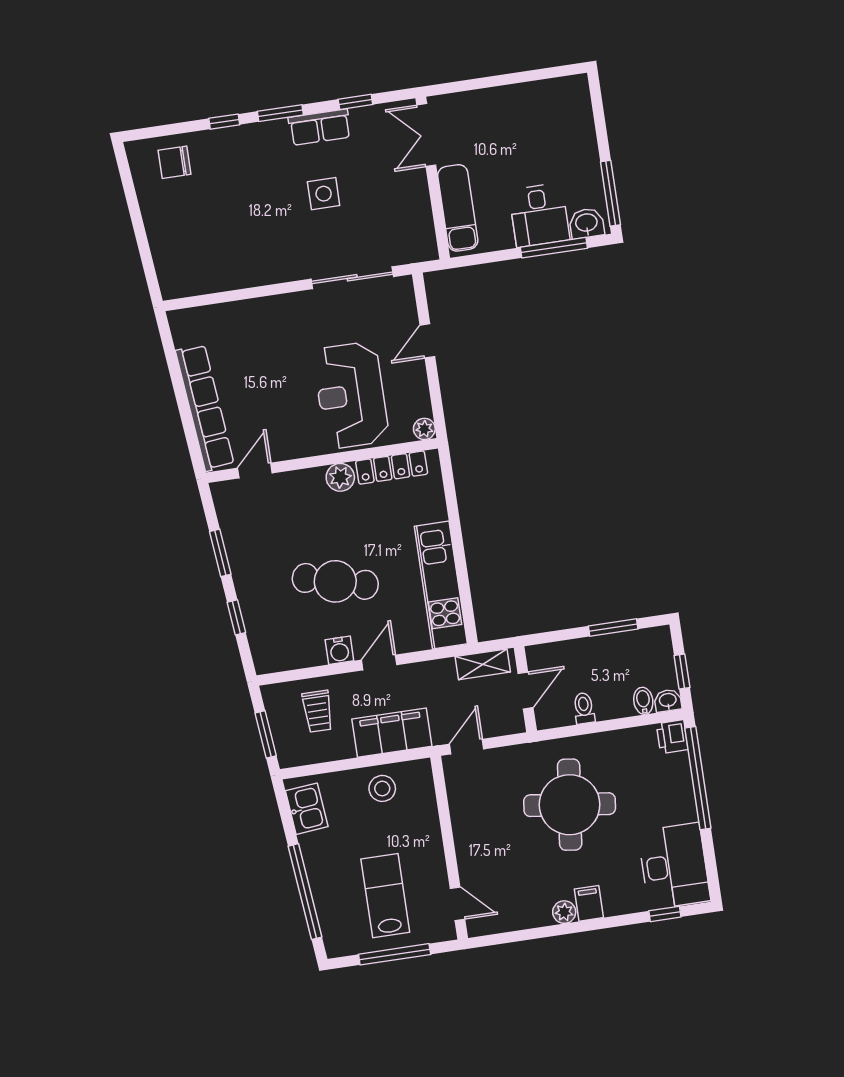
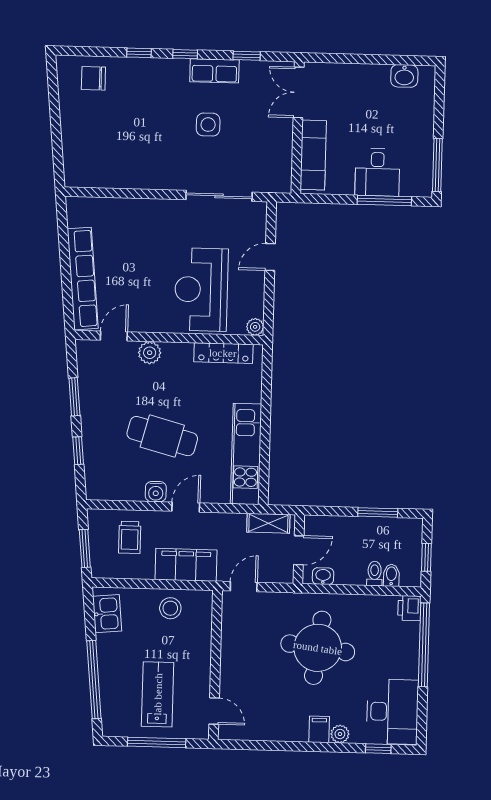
window: (280, 113) -> (185, 54), width x0.67
washbasin: (587, 223) -> (404, 76), moved, turned 180
plant: (340, 477) -> (150, 353), moved
washbasin: (668, 701) -> (323, 576), moved
toilet: (584, 708) -> (375, 574), moved
plant: (564, 912) -> (340, 734), moved

